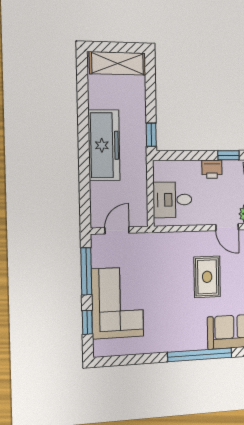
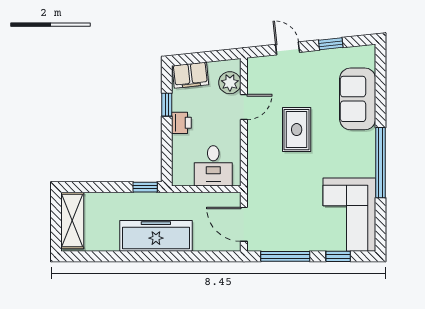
door: (117, 230) -> (244, 224), width x1.37
rug: (207, 277) -> (297, 130), turned 90
corner sofa: (117, 303) -> (349, 215), moved, turned -90
window: (200, 355) -> (380, 163), moved

